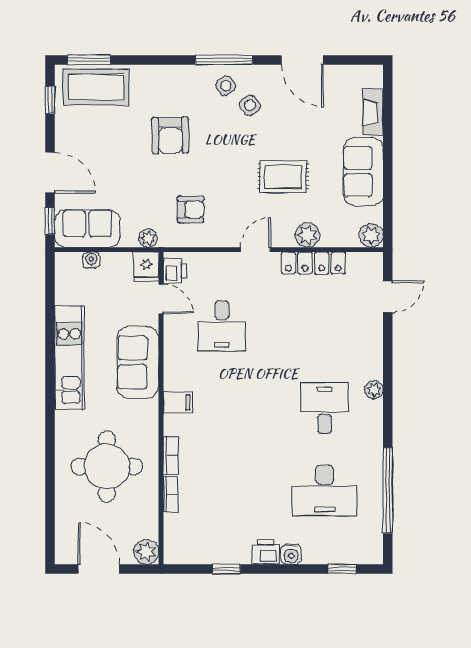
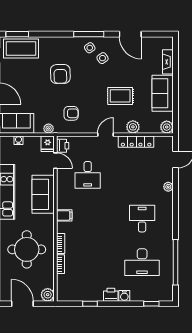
plant: (374, 390) -> (168, 187), moved

